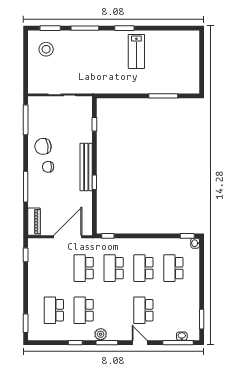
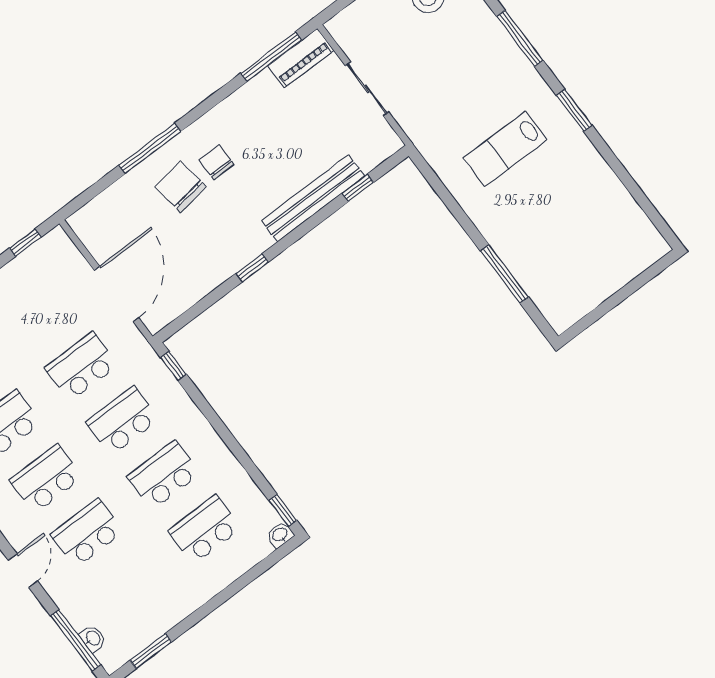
lab bench: (136, 51) -> (505, 149), moved
chair: (43, 146) -> (181, 187), moved
bench: (86, 167) -> (313, 198), moved
piano: (34, 222) -> (301, 58), moved
door: (68, 237) -> (117, 294), hinge flipped
school desk: (114, 310) -> (46, 479), added

